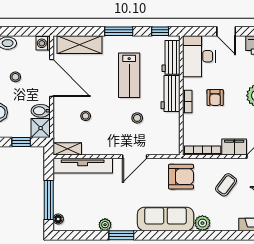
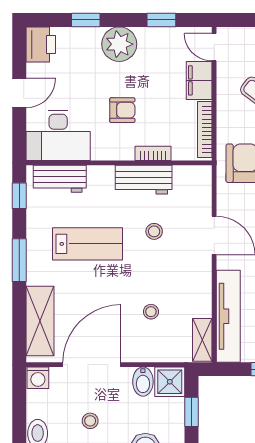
workbench: (170, 94) -> (144, 180), moved
bookcase: (187, 101) -> (153, 153), moved

